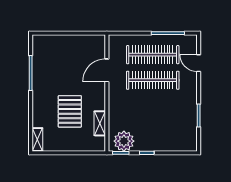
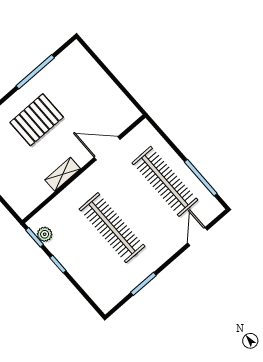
clothes rail: (153, 80) -> (112, 228), moved
pallet: (70, 111) -> (37, 120), moved
shelving: (100, 123) -> (63, 174), moved
plant: (124, 141) -> (45, 234), width x0.53, depth x0.53

